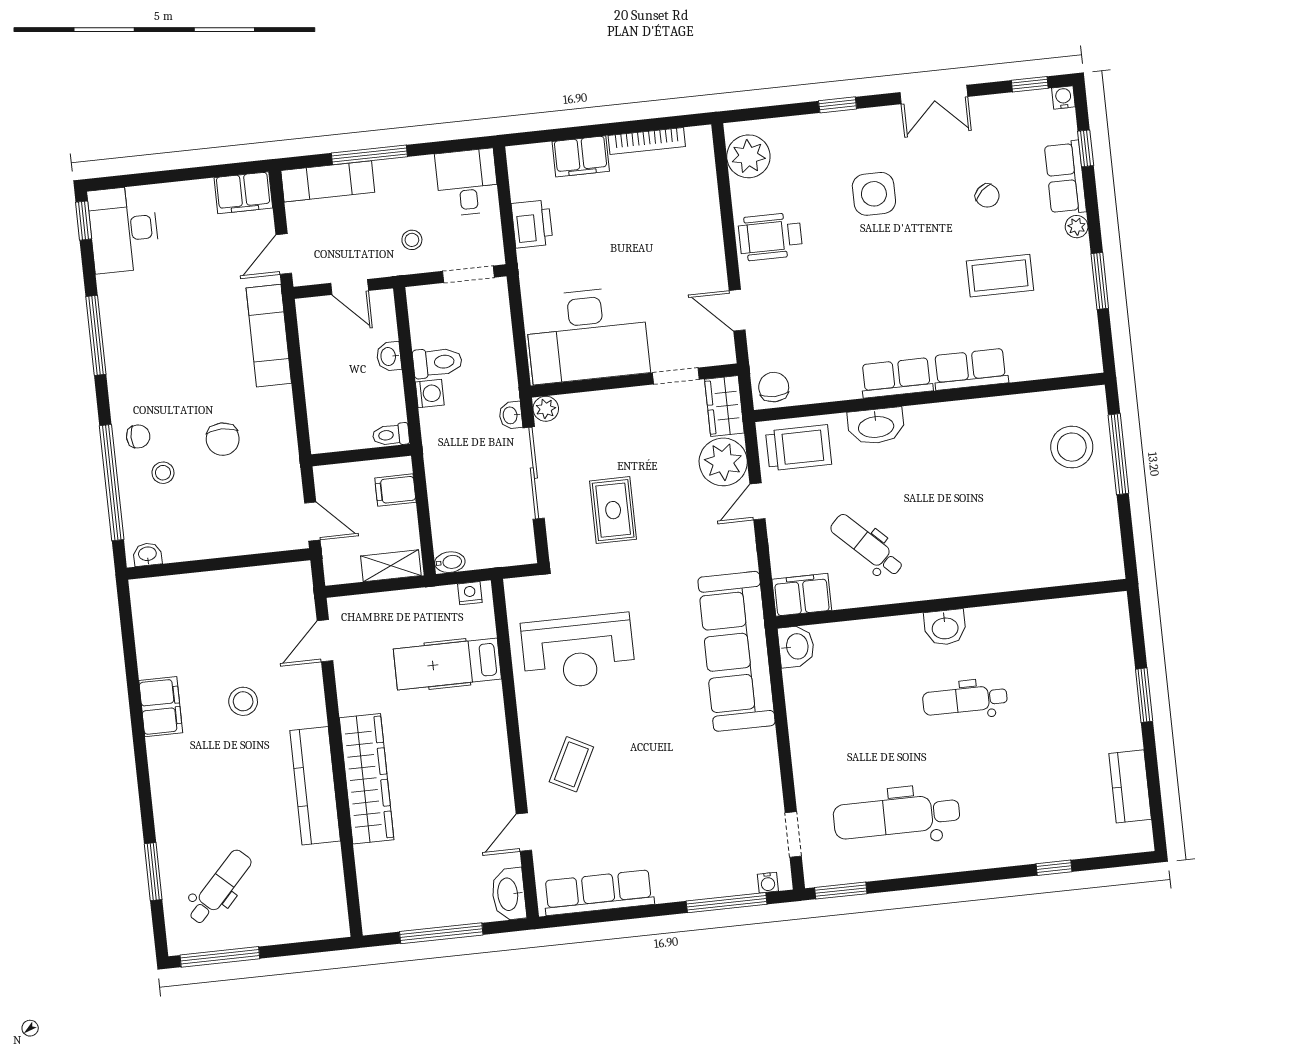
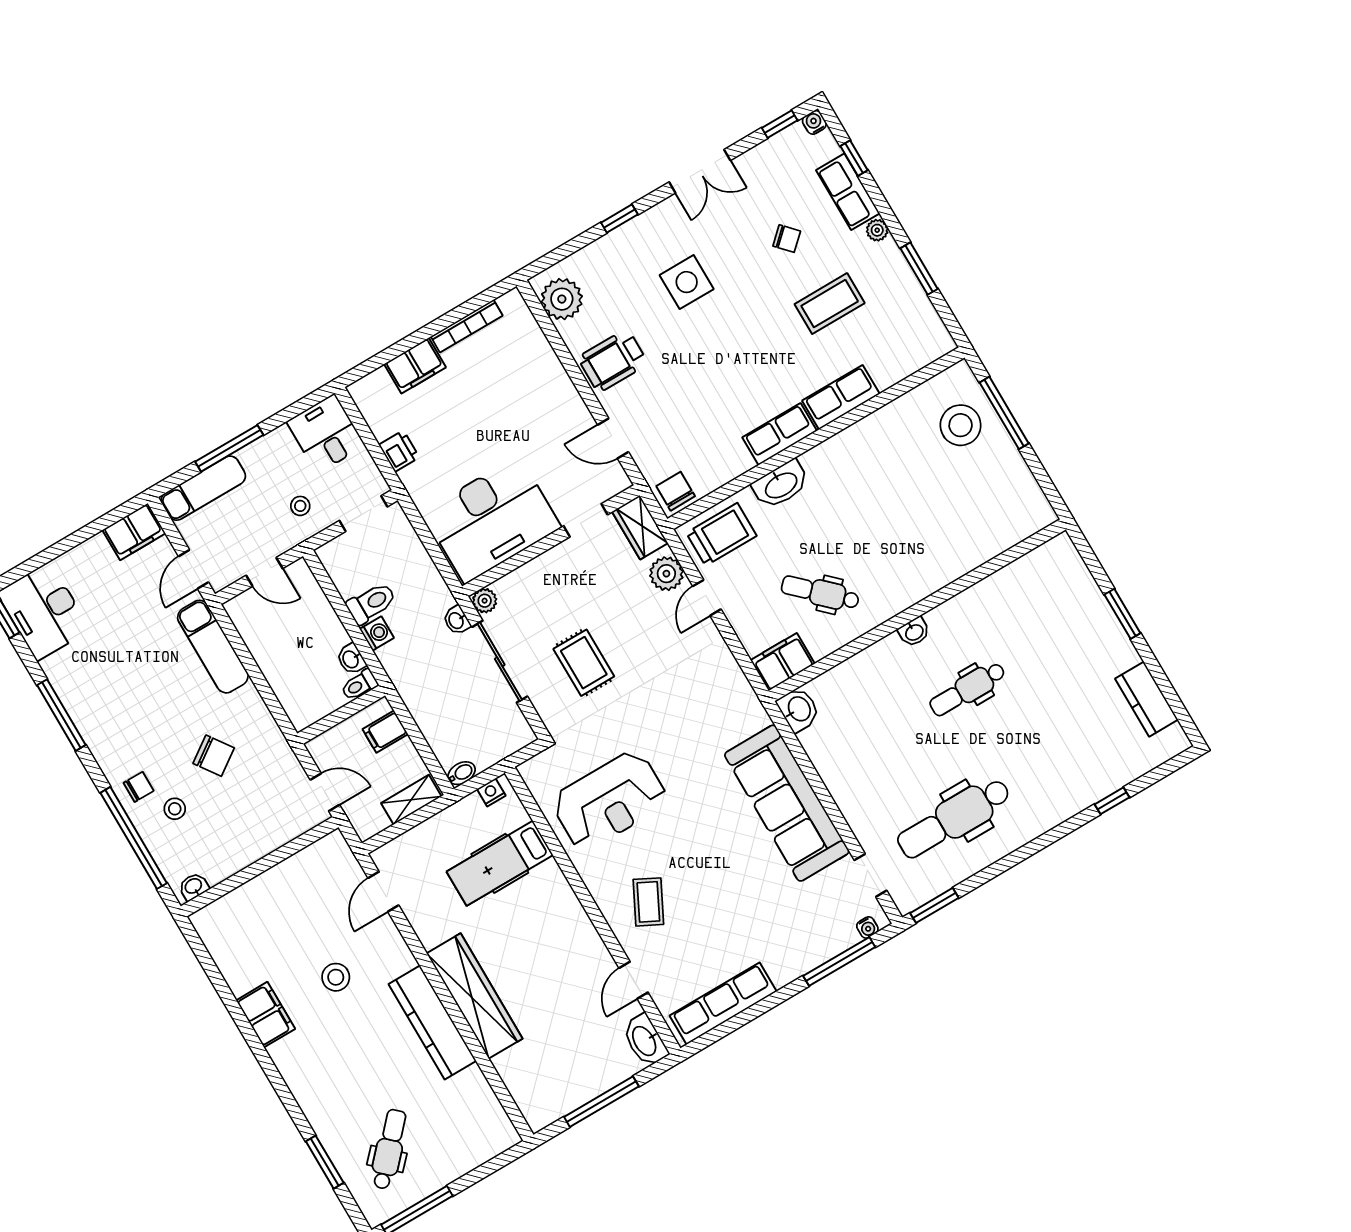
printer: (532, 224) -> (399, 451), width x0.73, depth x0.81
washbasin: (389, 356) -> (351, 659), moved
chair: (223, 439) -> (214, 756), turned -35
plant: (723, 462) -> (666, 574), width x0.73, depth x0.73
washbasin: (945, 627) -> (914, 632), width x0.72, depth x0.69
sofa: (737, 651) -> (787, 803), moved

